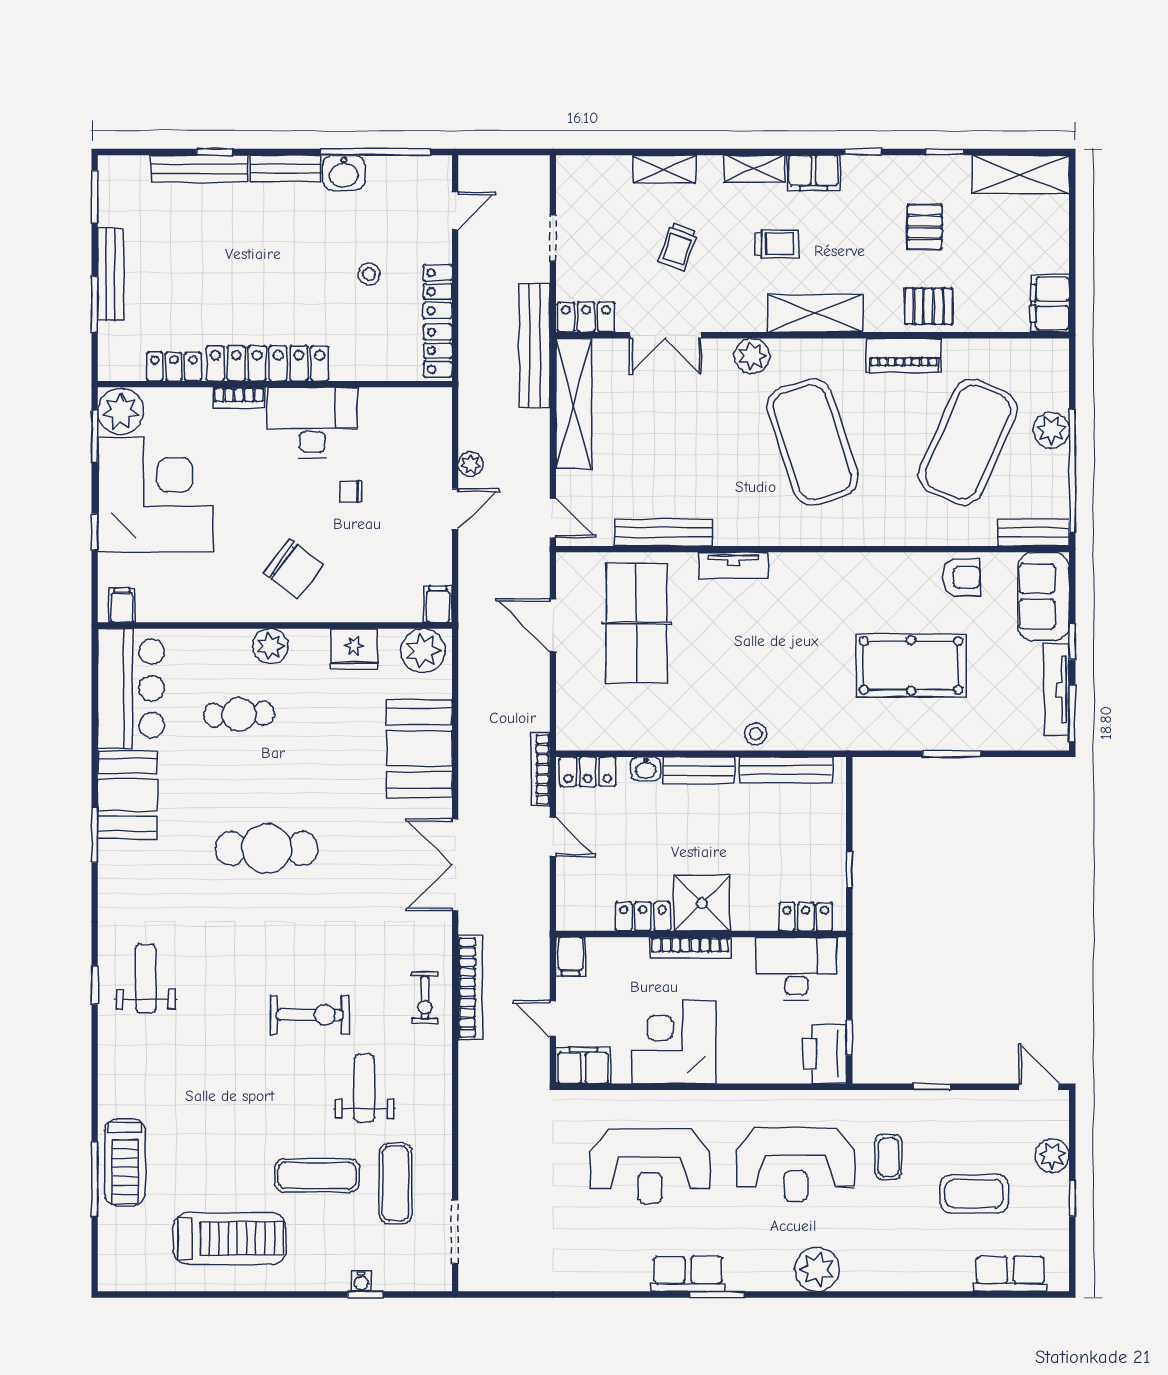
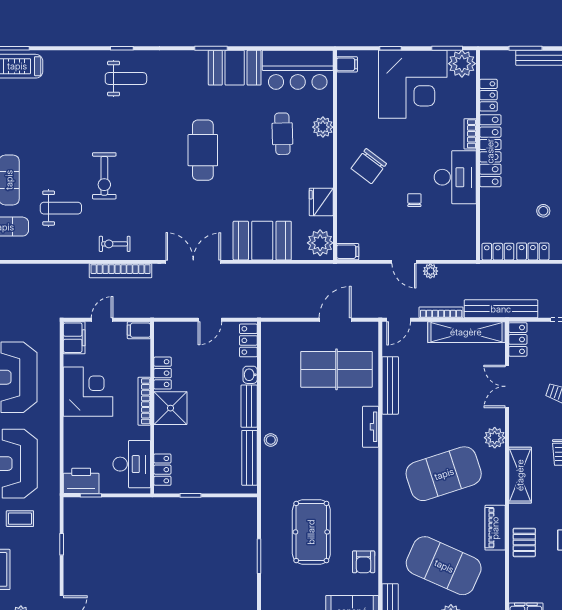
plant: (270, 646) -> (323, 127), moved
bookcase: (540, 769) -> (441, 312), moved

